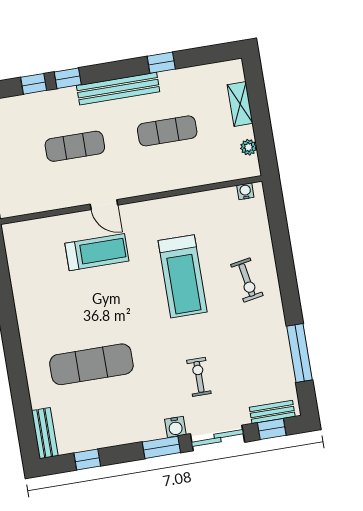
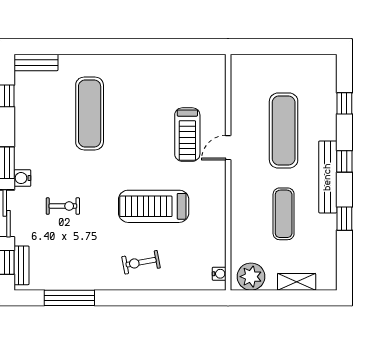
window: (68, 78) -> (344, 161), moved
exercise mat: (75, 146) -> (284, 131), width x1.36, depth x1.45
plant: (249, 147) -> (251, 277), width x1.88, depth x1.88

